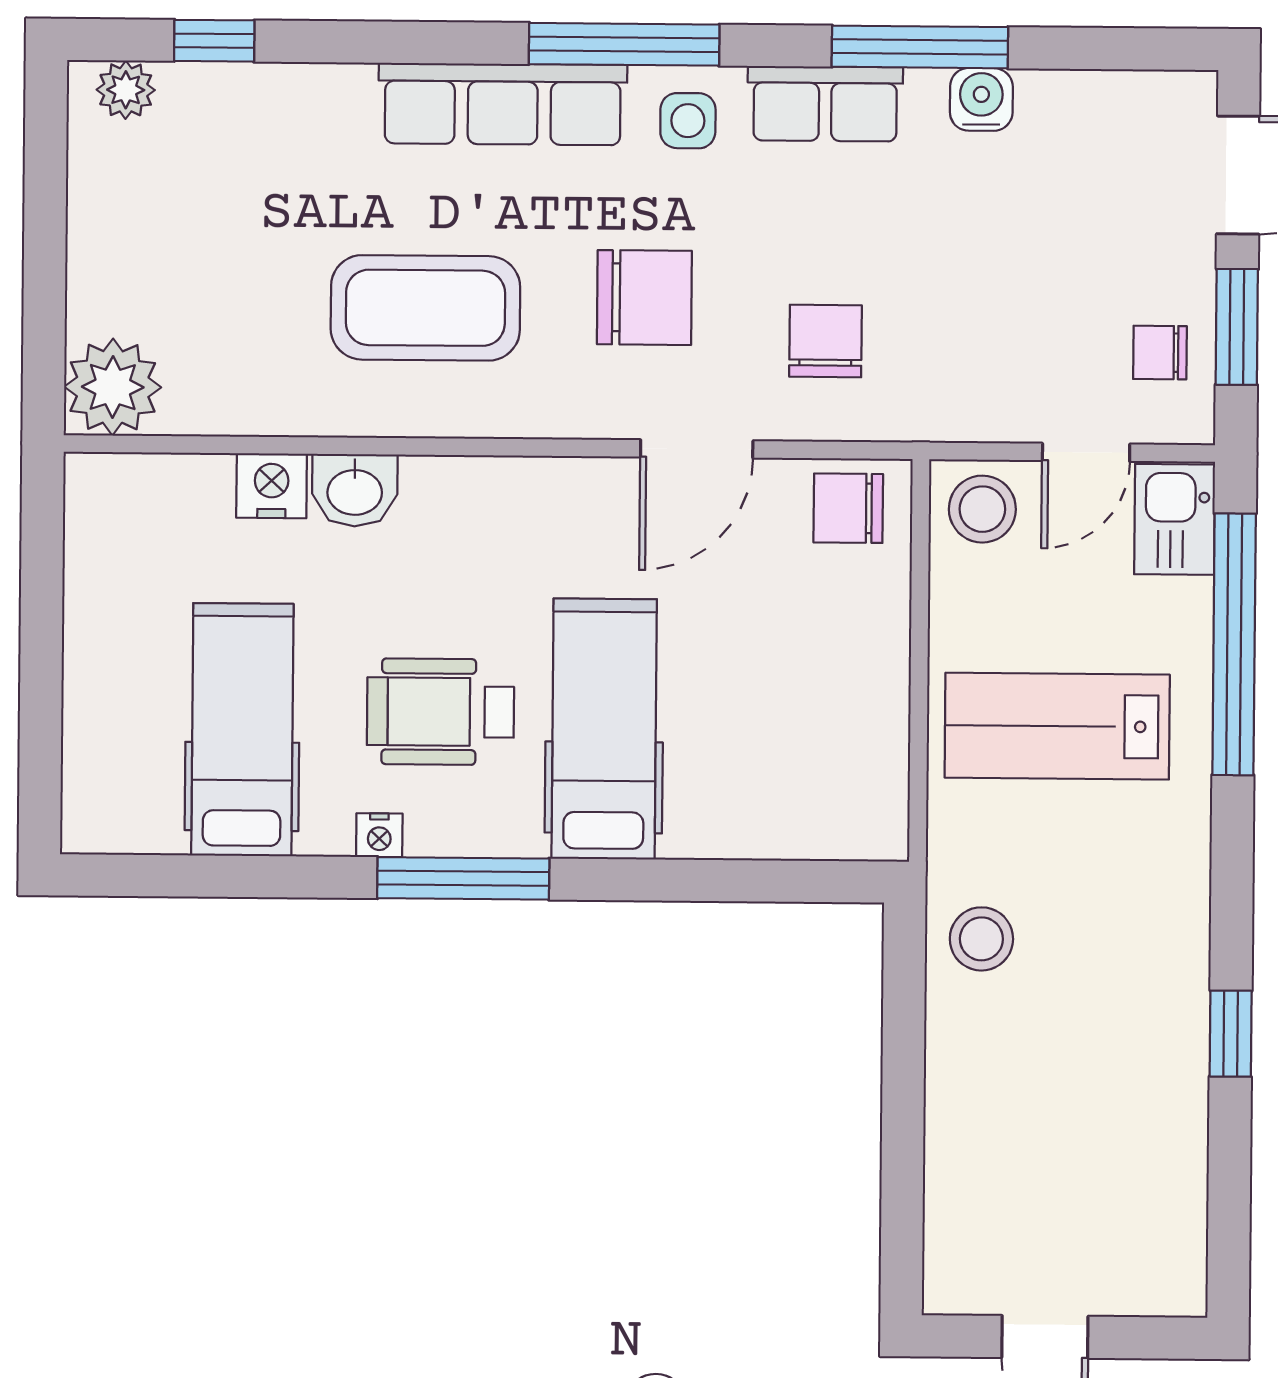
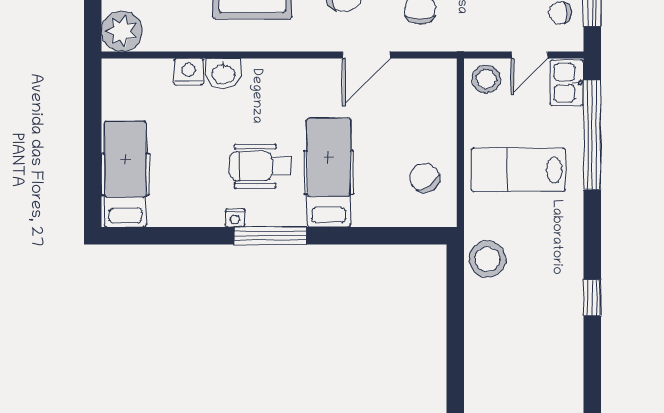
chair: (848, 508) -> (425, 178), moved, turned 54
hospital bed: (242, 730) -> (125, 174), moved
stool: (981, 939) -> (487, 259), width x1.38, depth x1.38

